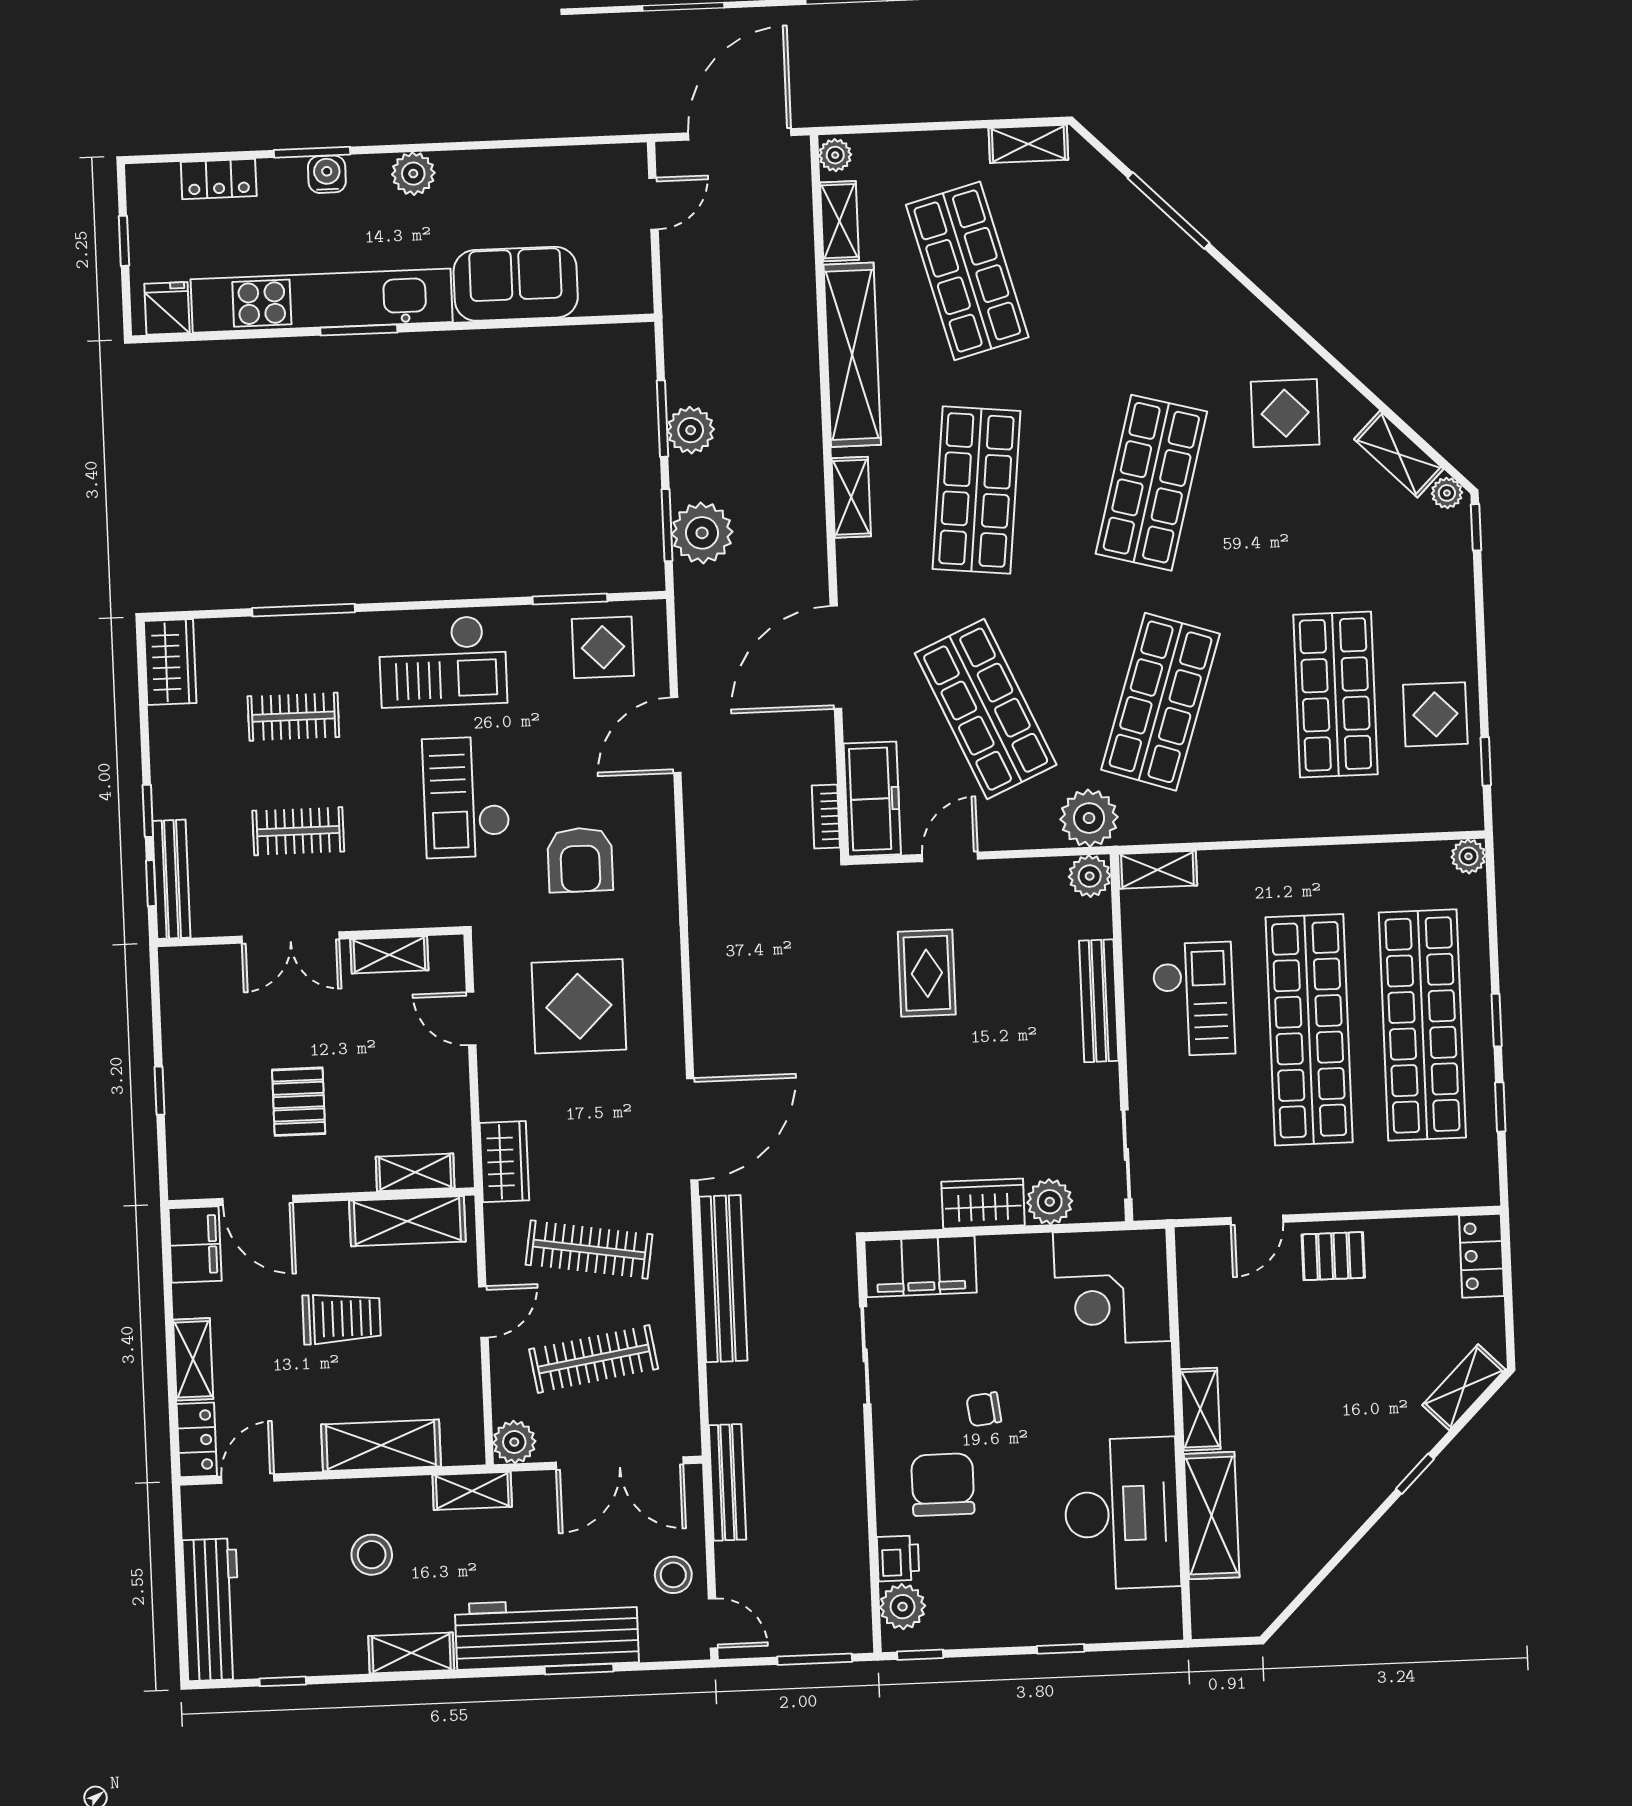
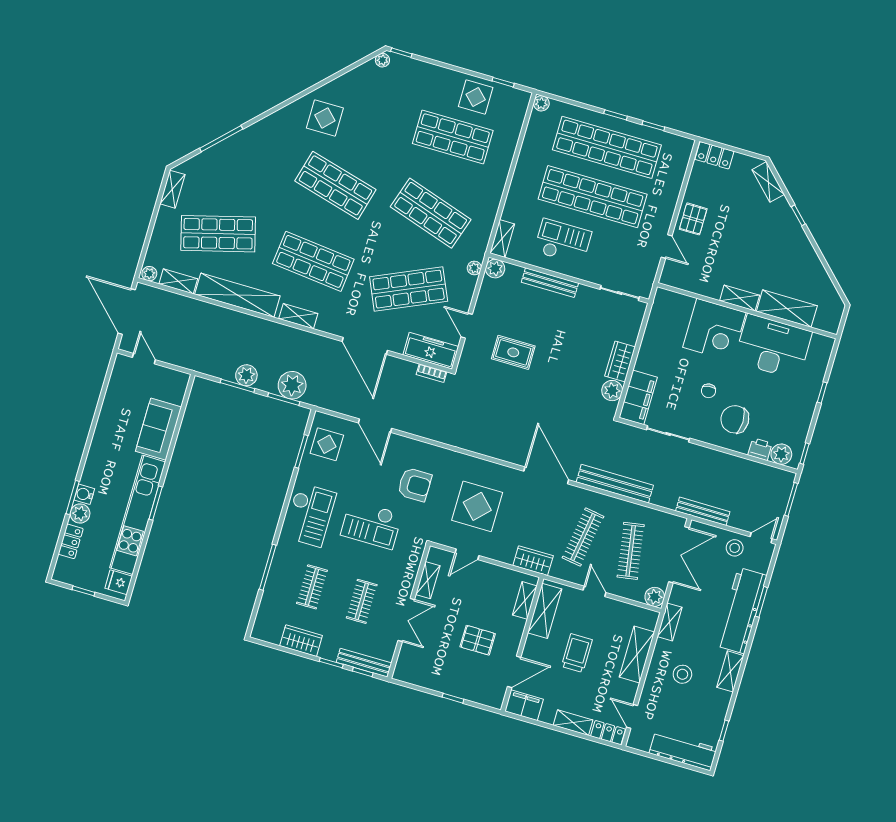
plant: (413, 174) -> (80, 513), moved
shelving: (1399, 454) -> (359, 75), removed
wardrobe: (170, 662) -> (301, 641), moved
plant: (1089, 818) -> (474, 268), width x0.53, depth x0.53
plant: (1050, 1202) -> (612, 391), moved
corner desk: (1112, 1287) -> (714, 330), moved

